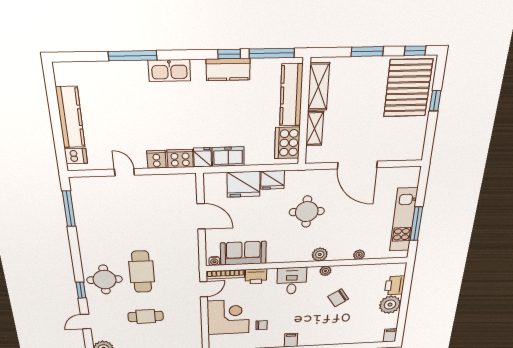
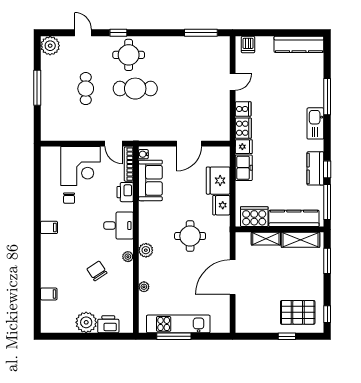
window: (367, 52) -> (327, 261), moved
pallet: (408, 88) -> (298, 312), width x0.73, depth x0.71
kitchen counter: (70, 117) -> (299, 44), moved
filing cabinet: (390, 335) -> (49, 294), moved

